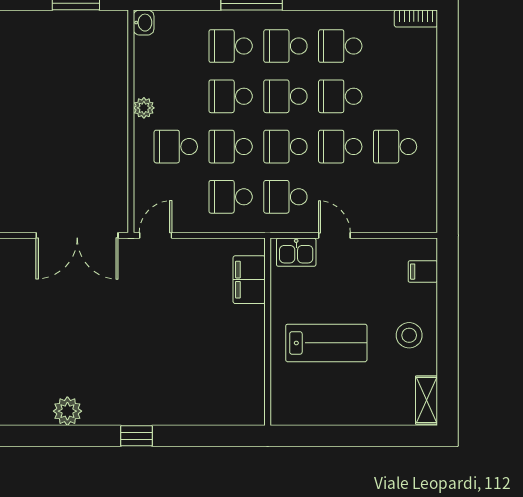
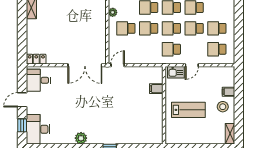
school desk: (231, 197) -> (217, 49), moved
door: (334, 235) -> (192, 65), swing flipped
filing cabinet: (423, 272) -> (228, 92), moved
filing cabinet: (249, 280) -> (156, 89), width x0.50

